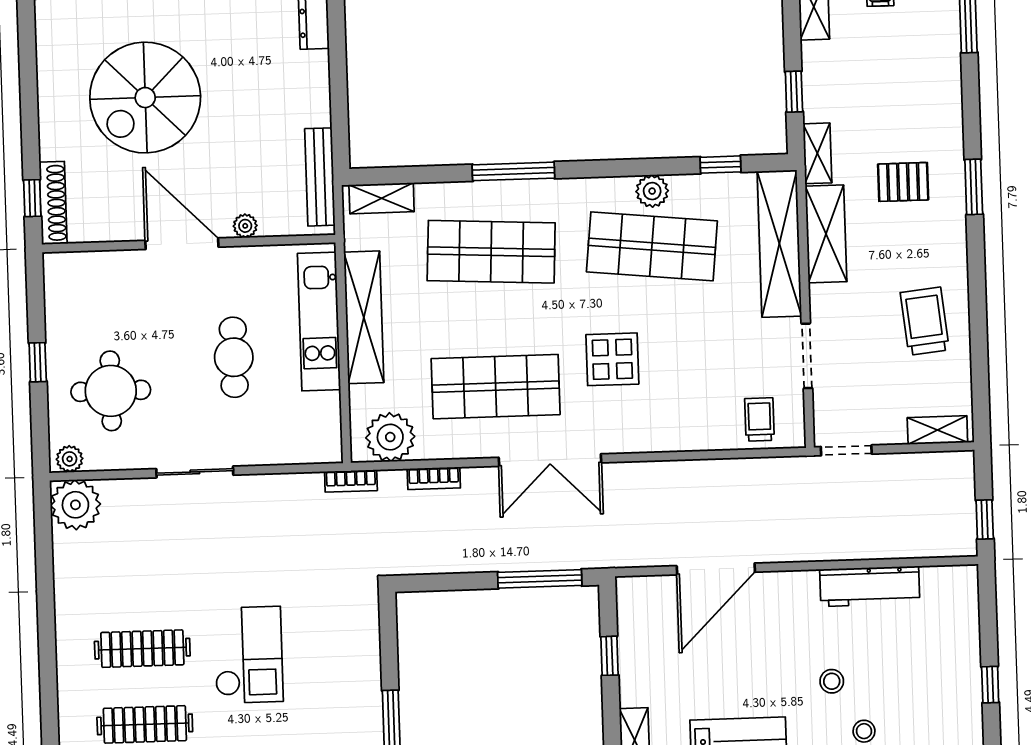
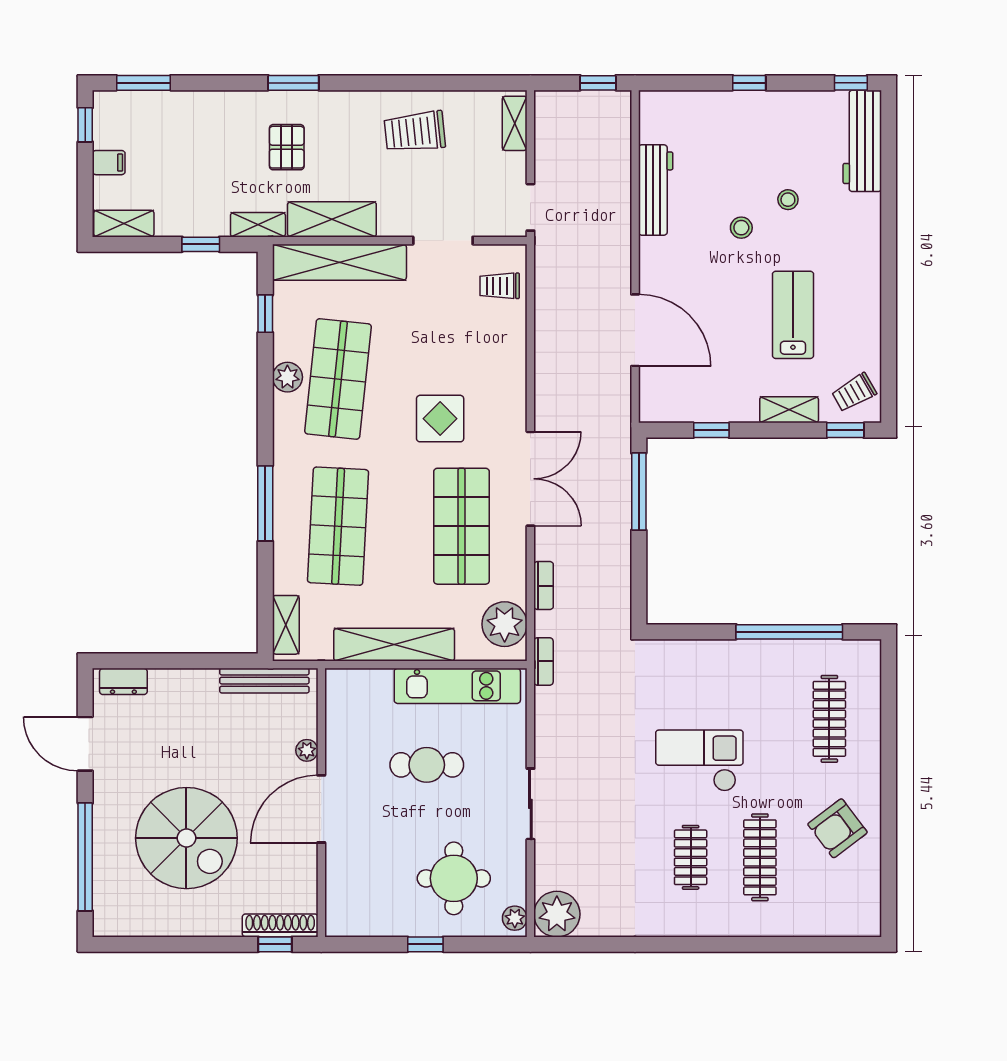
kitchen unit: (319, 321) -> (457, 686), moved
clothes rail: (142, 649) -> (691, 857), width x0.73

